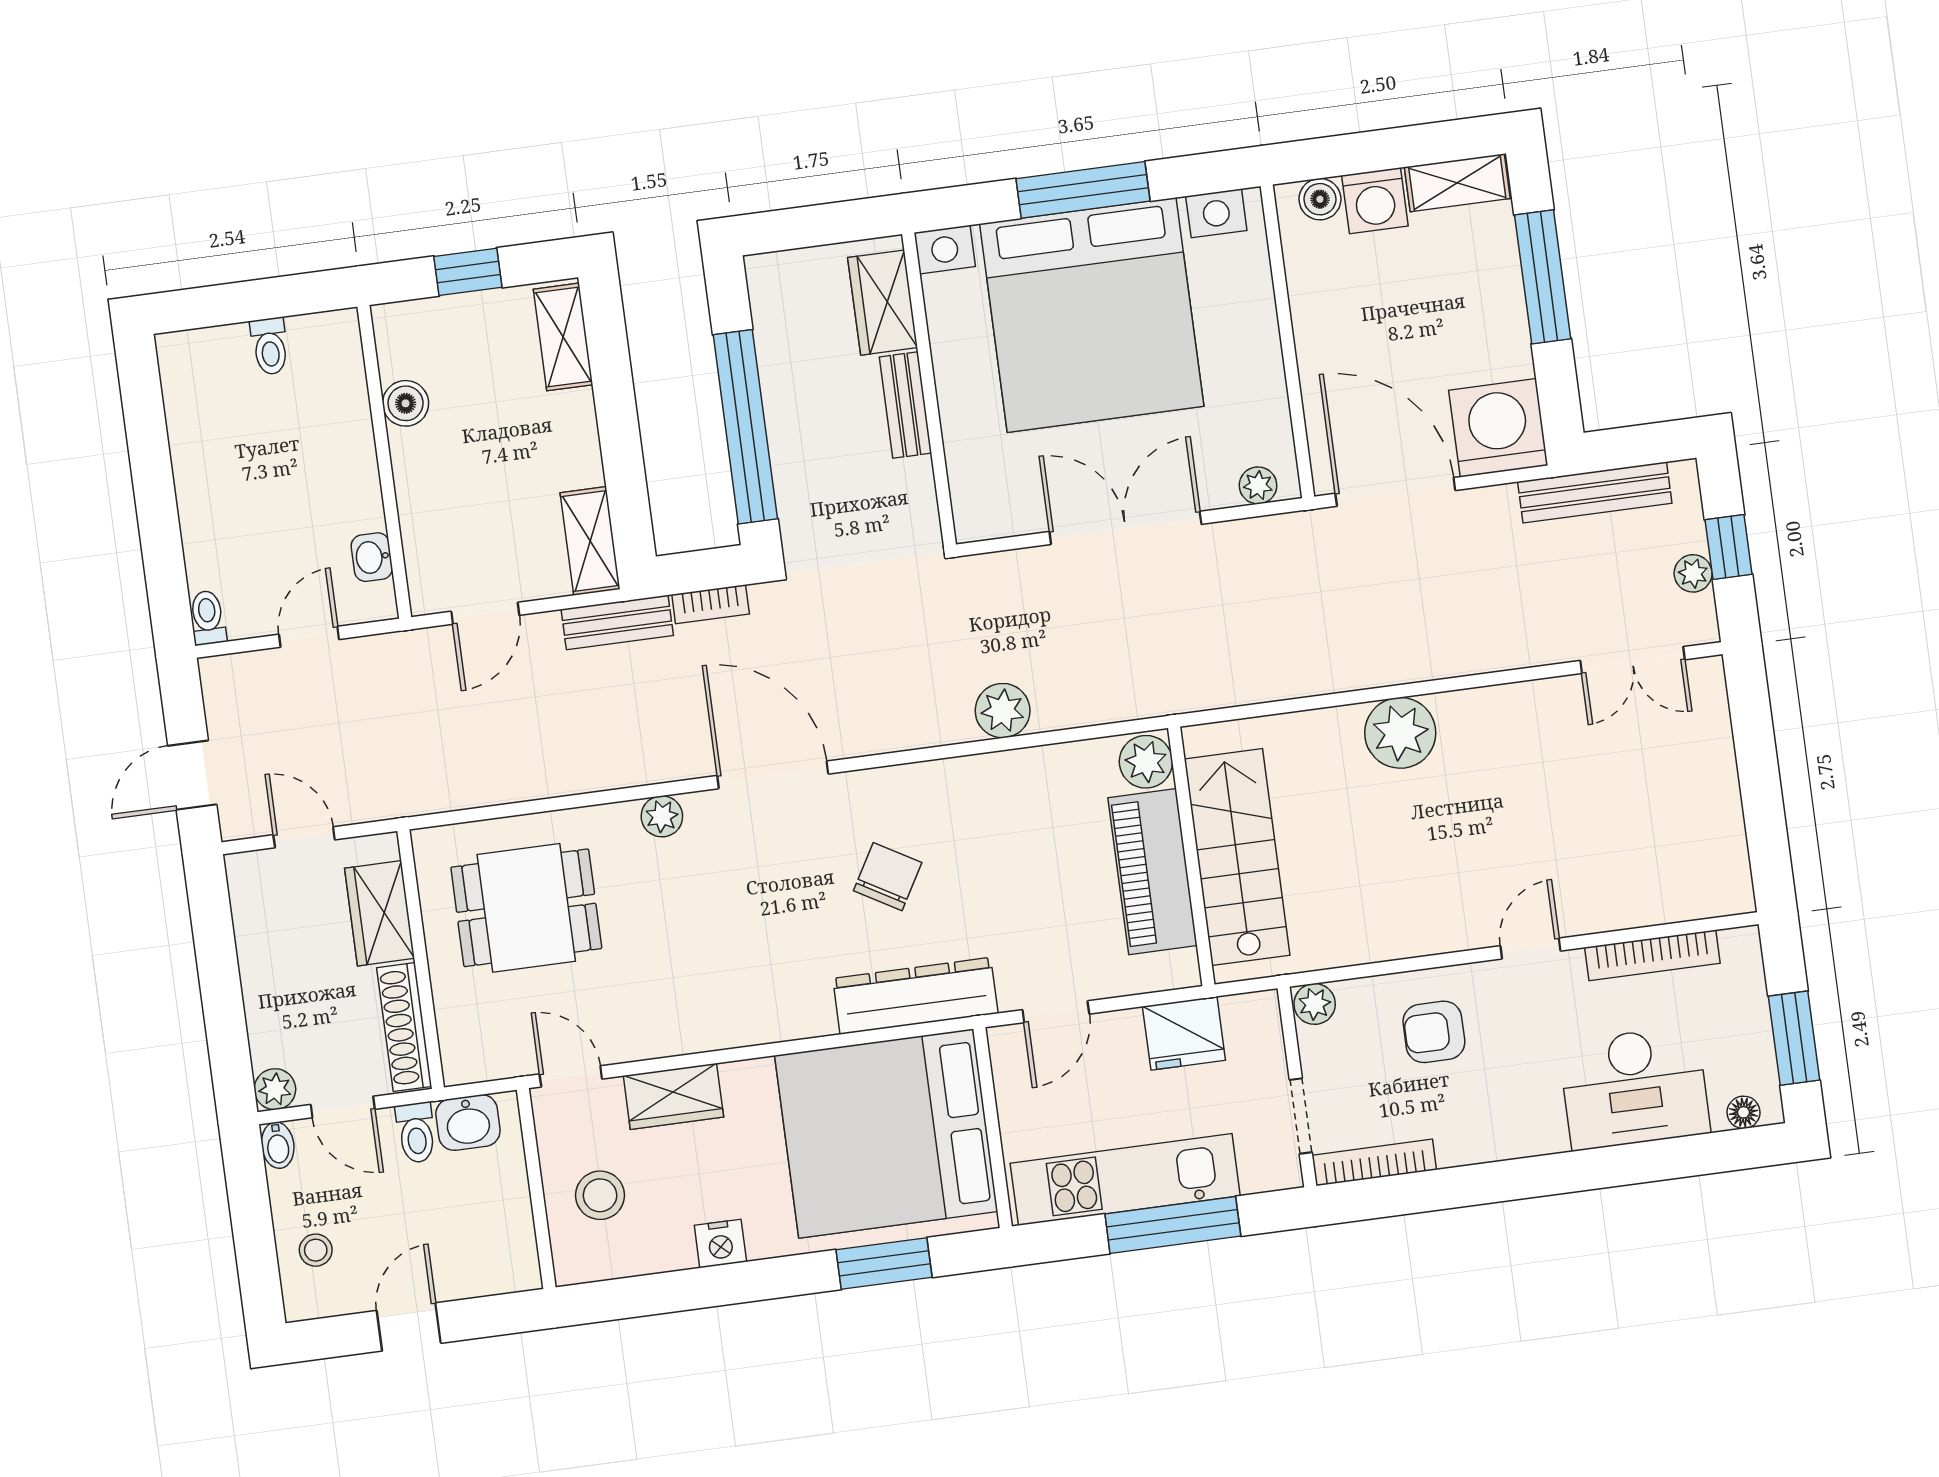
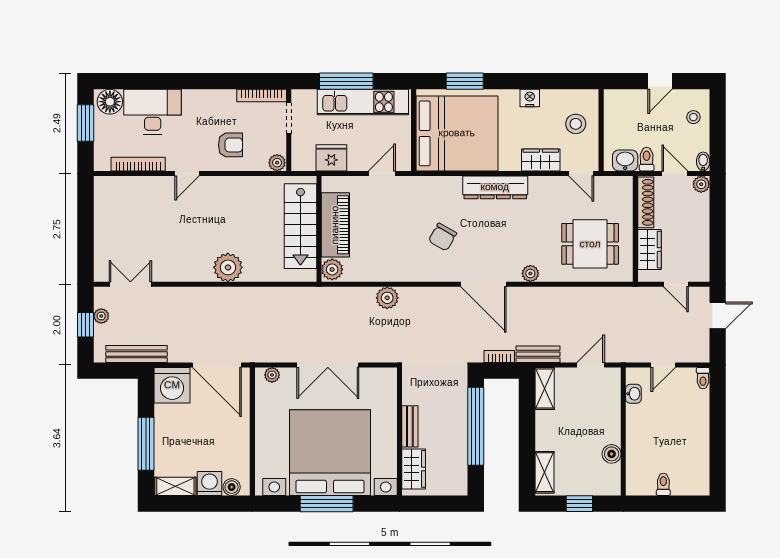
dresser: (915, 996) -> (495, 187), moved
floor lamp: (1744, 1112) -> (110, 102), width x1.89, depth x1.89

